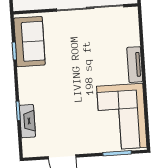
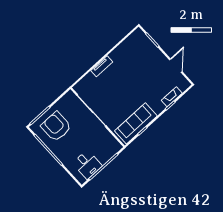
sofa: (29, 42) -> (136, 123), width x1.36
corner sofa: (122, 117) -> (132, 52), removed

